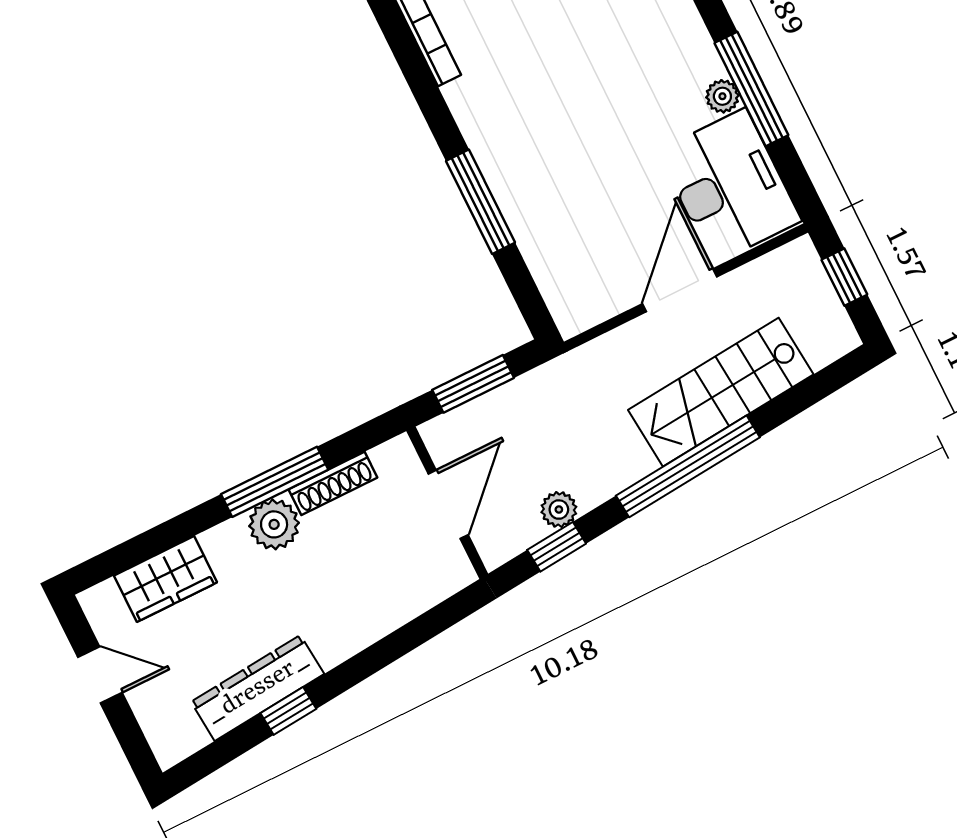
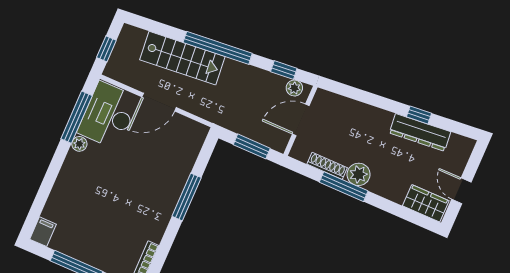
window: (751, 89) -> (77, 117), moved
plant: (559, 510) -> (294, 88), moved
wardrobe: (166, 579) -> (426, 203), moved

